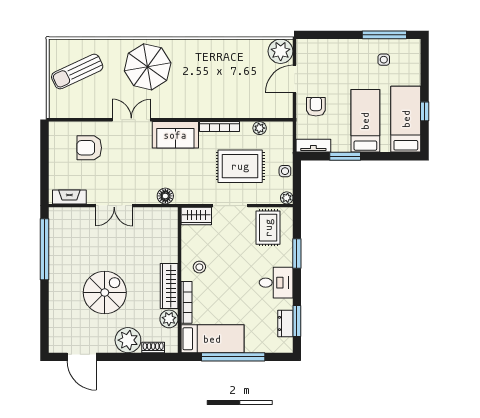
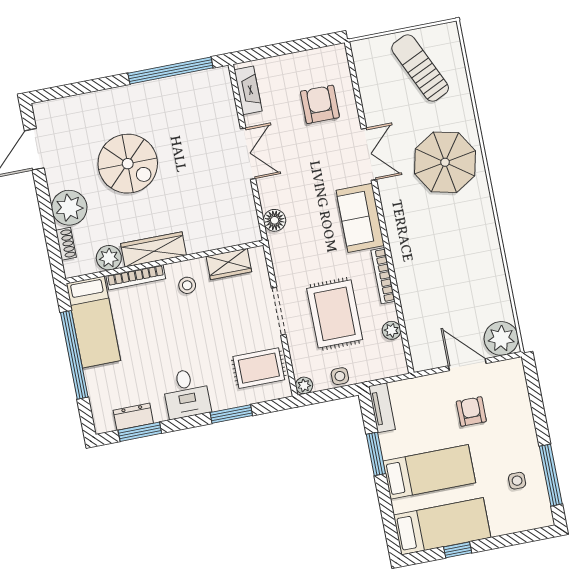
armchair: (316, 107) -> (471, 411), moved, turned -90
double door: (114, 206) -> (248, 154), swing flipped
wardrobe: (196, 216) -> (229, 264), moved, turned -90

